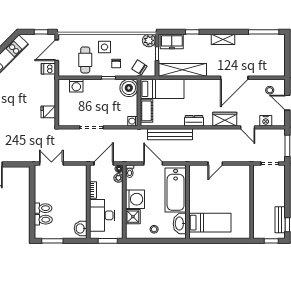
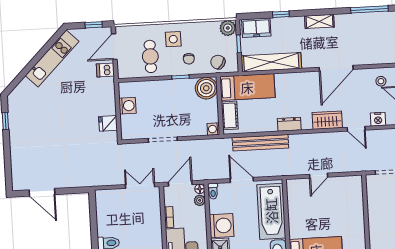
washing machine: (76, 86) -> (127, 106), moved, turned -90
double door: (51, 163) -> (140, 186), moved

